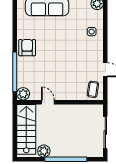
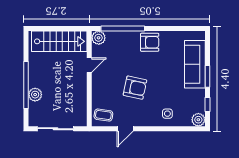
armchair: (68, 61) -> (135, 88), added
plant: (44, 151) -> (35, 95), moved

